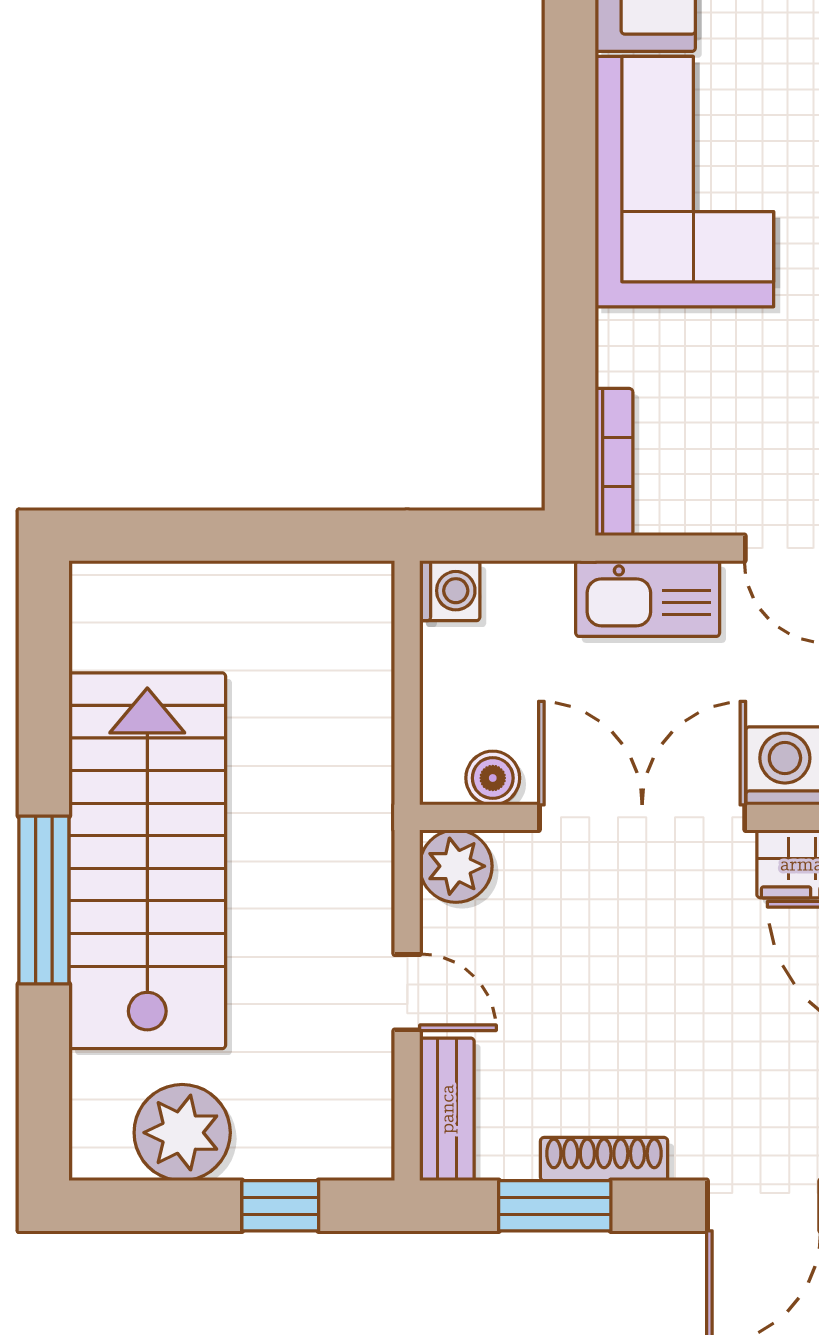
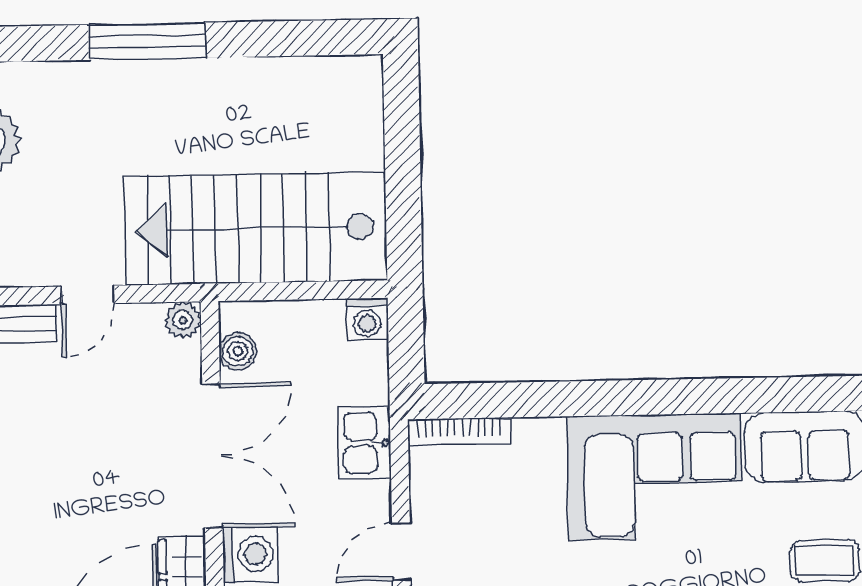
kitchen sink: (648, 599) -> (364, 443), width x0.73
stairs: (147, 861) -> (256, 228), moved, turned 180
plant: (456, 866) -> (183, 320), width x0.73, depth x0.73

